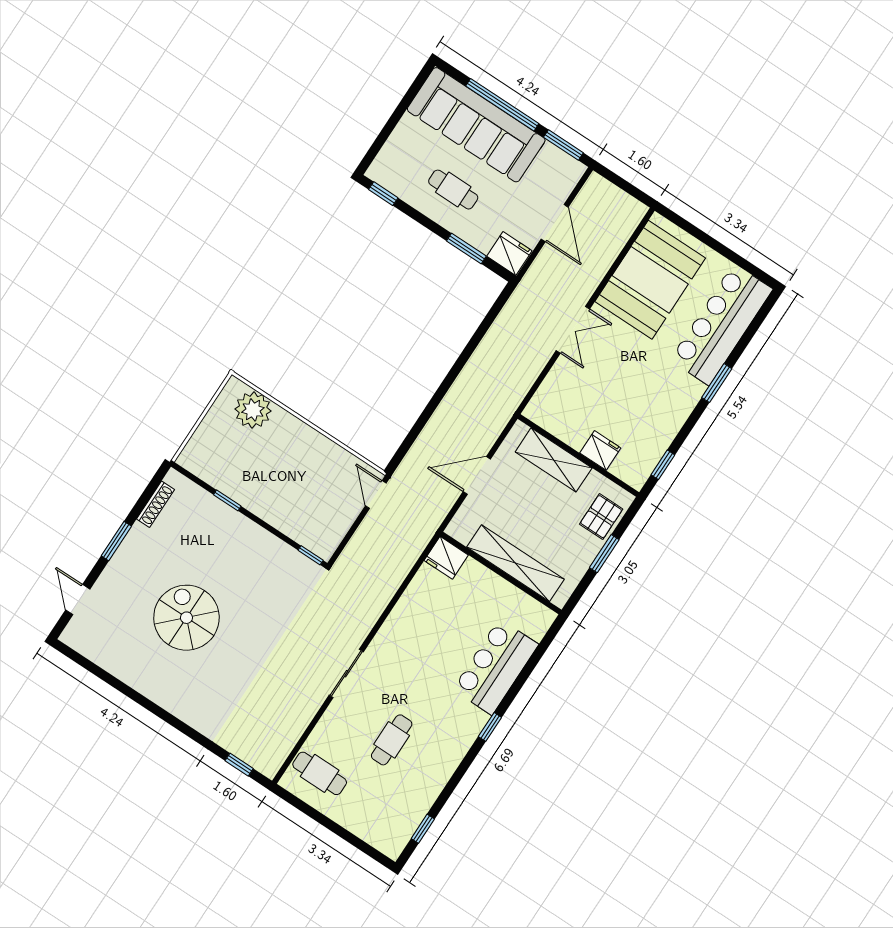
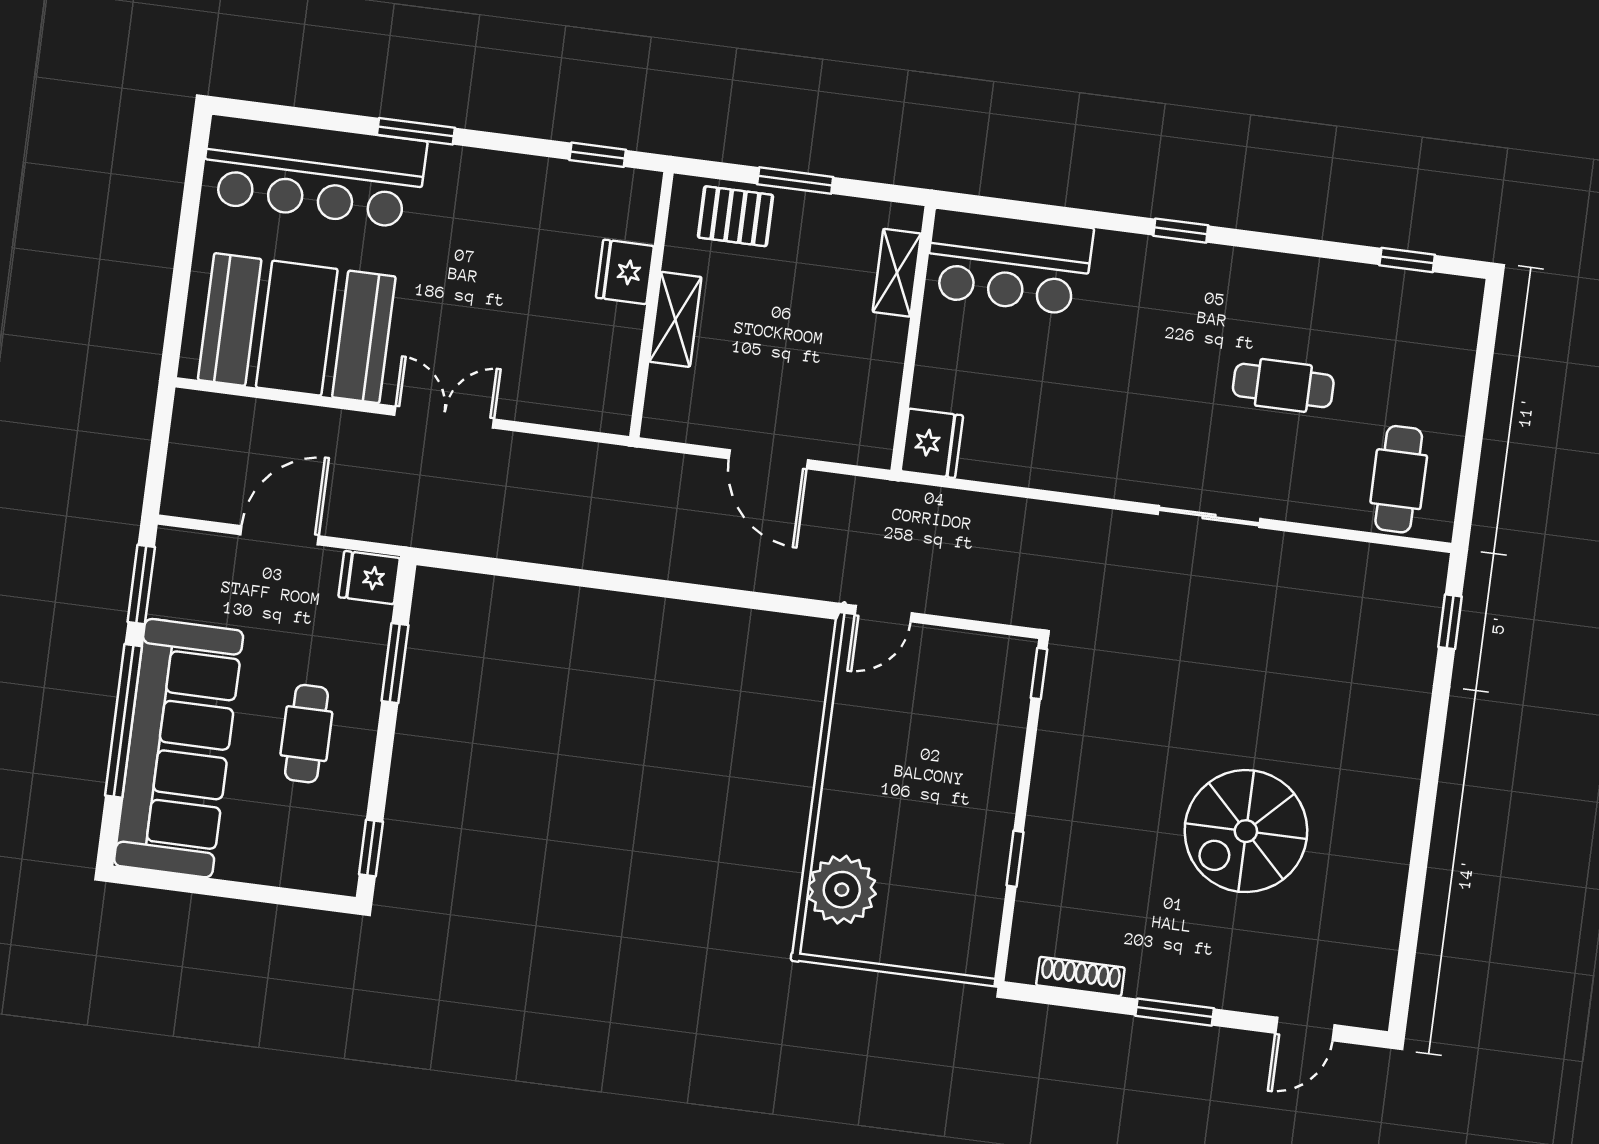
fridge: (509, 253) -> (369, 578), width x0.72
shelving: (554, 460) -> (675, 319), width x0.67, depth x0.75
shelving: (516, 563) -> (897, 273), width x0.45, depth x0.75
bar counter: (496, 667) -> (1009, 262), moved

